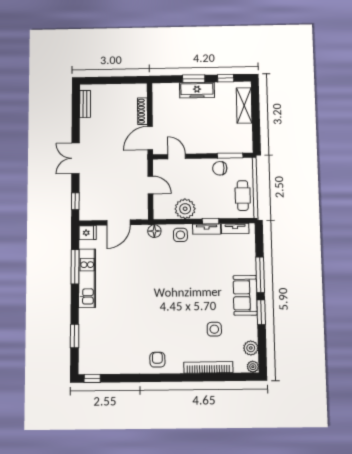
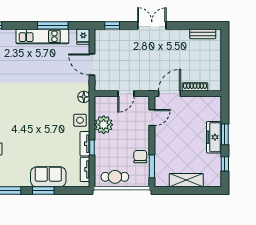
shelving: (244, 105) -> (186, 180), moved
door: (150, 138) -> (169, 94), hinge flipped
window: (260, 275) -> (43, 191), width x0.69
sofa: (245, 295) -> (48, 177), moved

